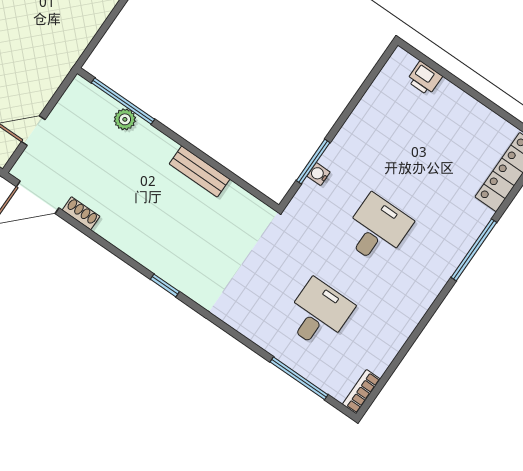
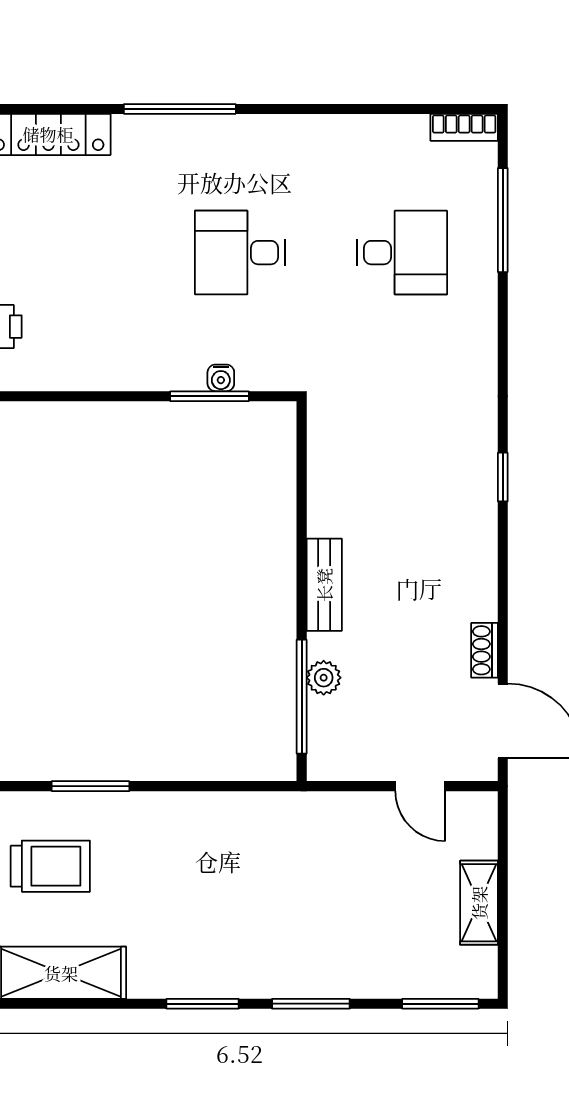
bench: (200, 171) -> (324, 585), moved
desk: (319, 314) -> (402, 253), turned 180

